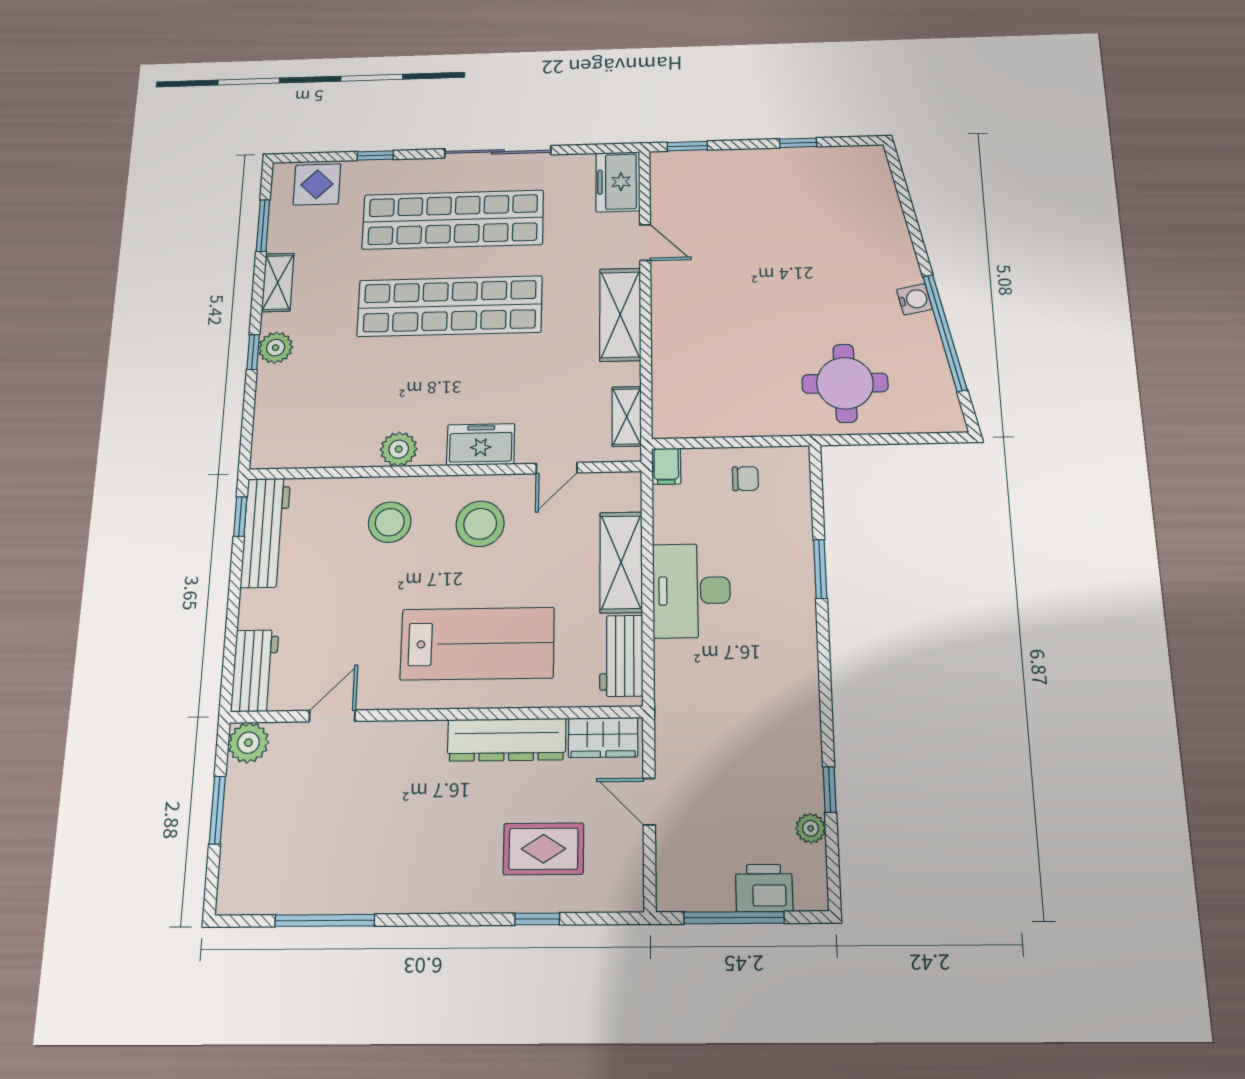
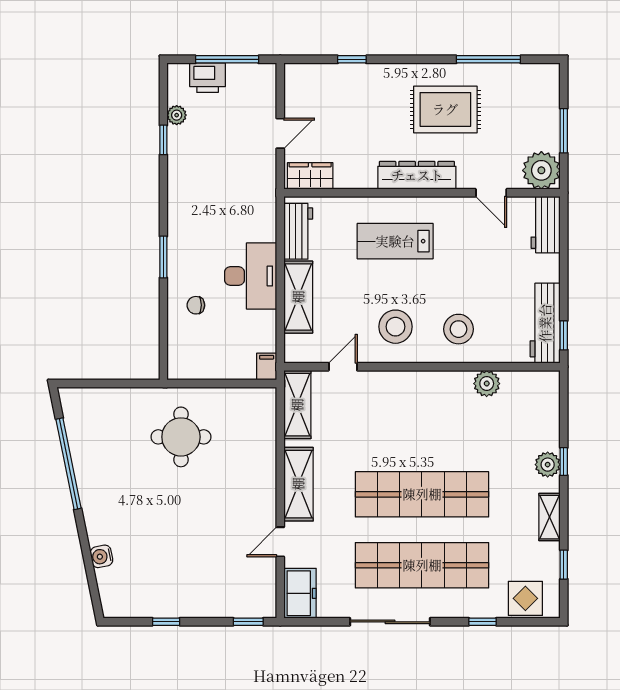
window: (263, 226) -> (564, 565), width x0.67
door: (645, 243) -> (280, 542), hinge flipped
water cooler: (914, 299) -> (101, 556), moved
round table: (845, 383) -> (181, 437), moved
shelving: (627, 417) -> (297, 405), width x1.50, depth x1.33
freezer: (481, 444) -> (397, 386), removed
plant: (399, 449) -> (487, 384), moved
chair: (745, 479) -> (196, 305), moved
window: (820, 569) -> (163, 257), moved
lab bench: (477, 644) -> (395, 241), width x0.73, depth x0.72
door: (332, 716) -> (491, 193), hinge flipped
dresser: (507, 740) -> (417, 175), moved
plant: (248, 743) -> (541, 170), width x1.36, depth x1.36
door: (649, 802) -> (280, 133), hinge flipped
rug: (543, 849) -> (445, 109), moved, width x1.36, depth x1.43

